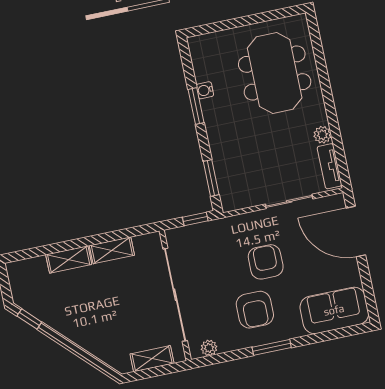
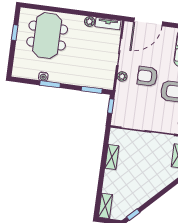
window: (261, 18) -> (15, 33), added
meeting table: (275, 73) -> (47, 36), turned 90
plant: (251, 220) -> (122, 76), added
shelving: (69, 259) -> (105, 206), moved

